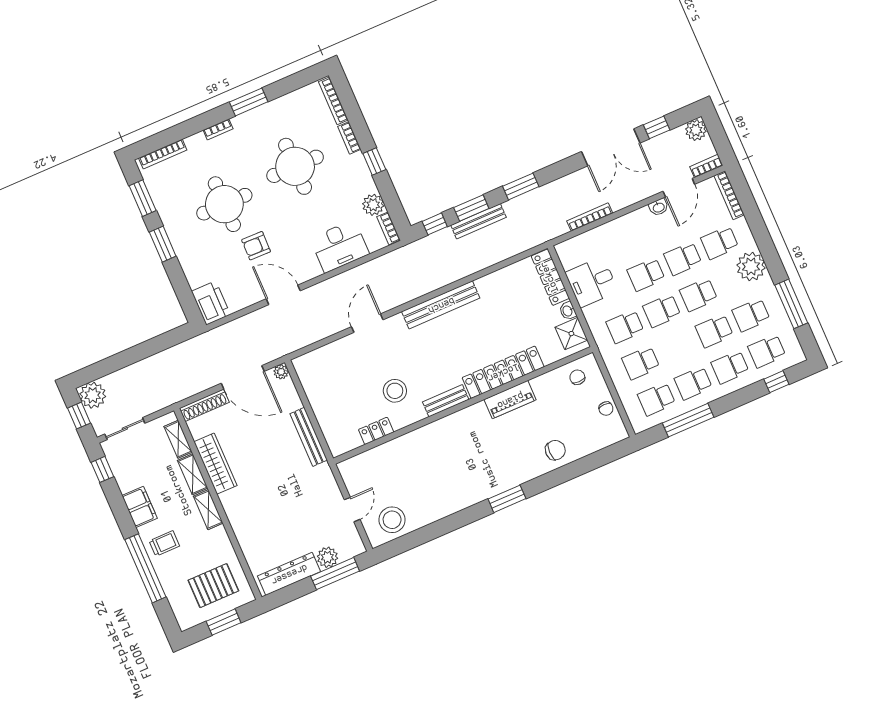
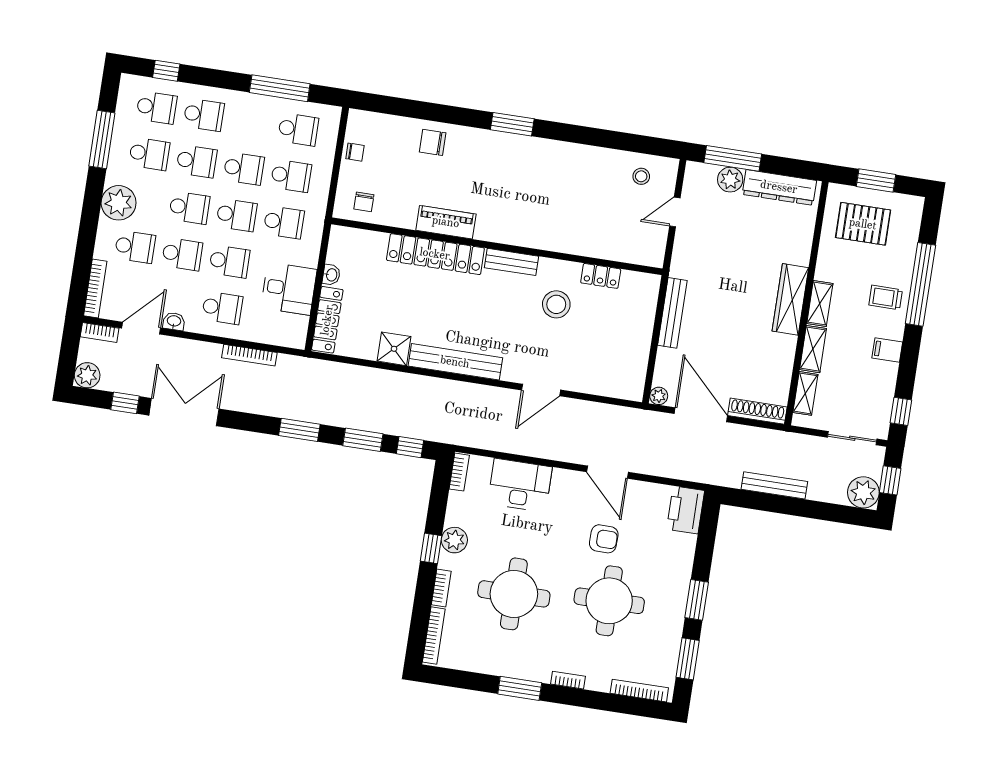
plant: (373, 205) -> (454, 540), moved
bench: (478, 221) -> (774, 485), moved
school desk: (630, 238) -> (222, 308), added
shower: (571, 334) -> (394, 349), moved
school desk: (693, 383) -> (244, 169), moved
chair: (606, 409) -> (355, 152), turned 90
wardrobe: (215, 464) -> (790, 299), moved
filing cabinet: (140, 507) -> (887, 350), width x0.50
stool: (392, 520) -> (641, 176), width x0.53, depth x0.53

